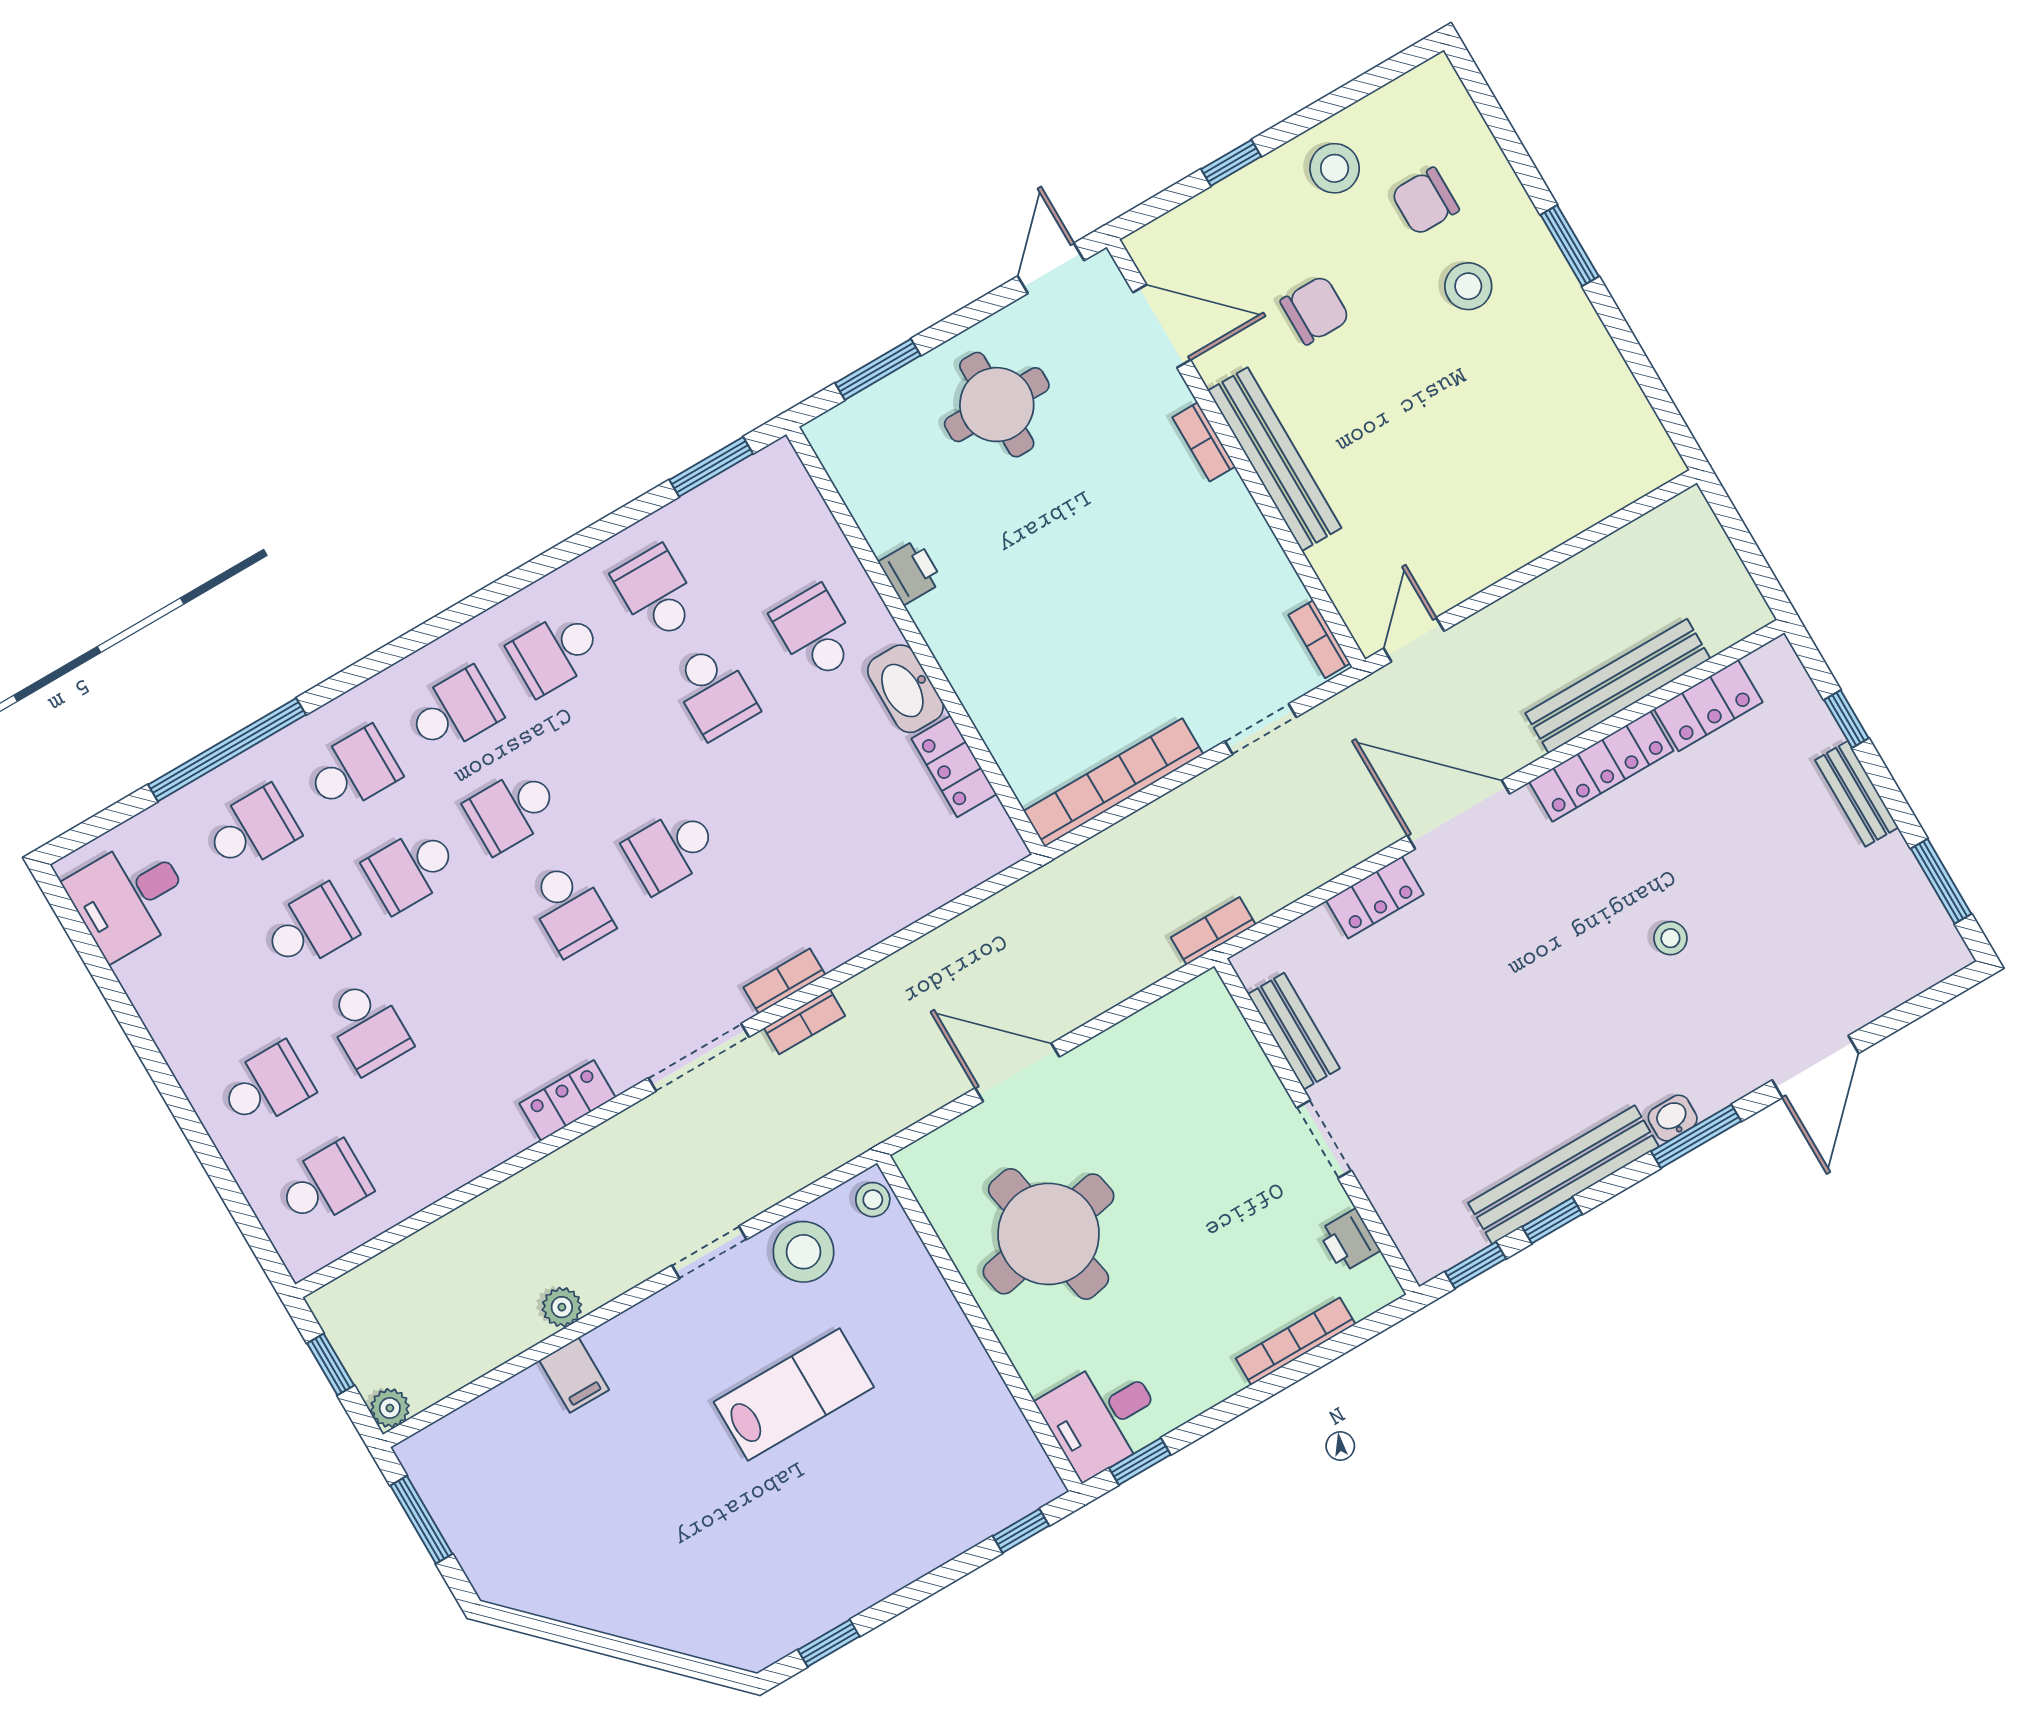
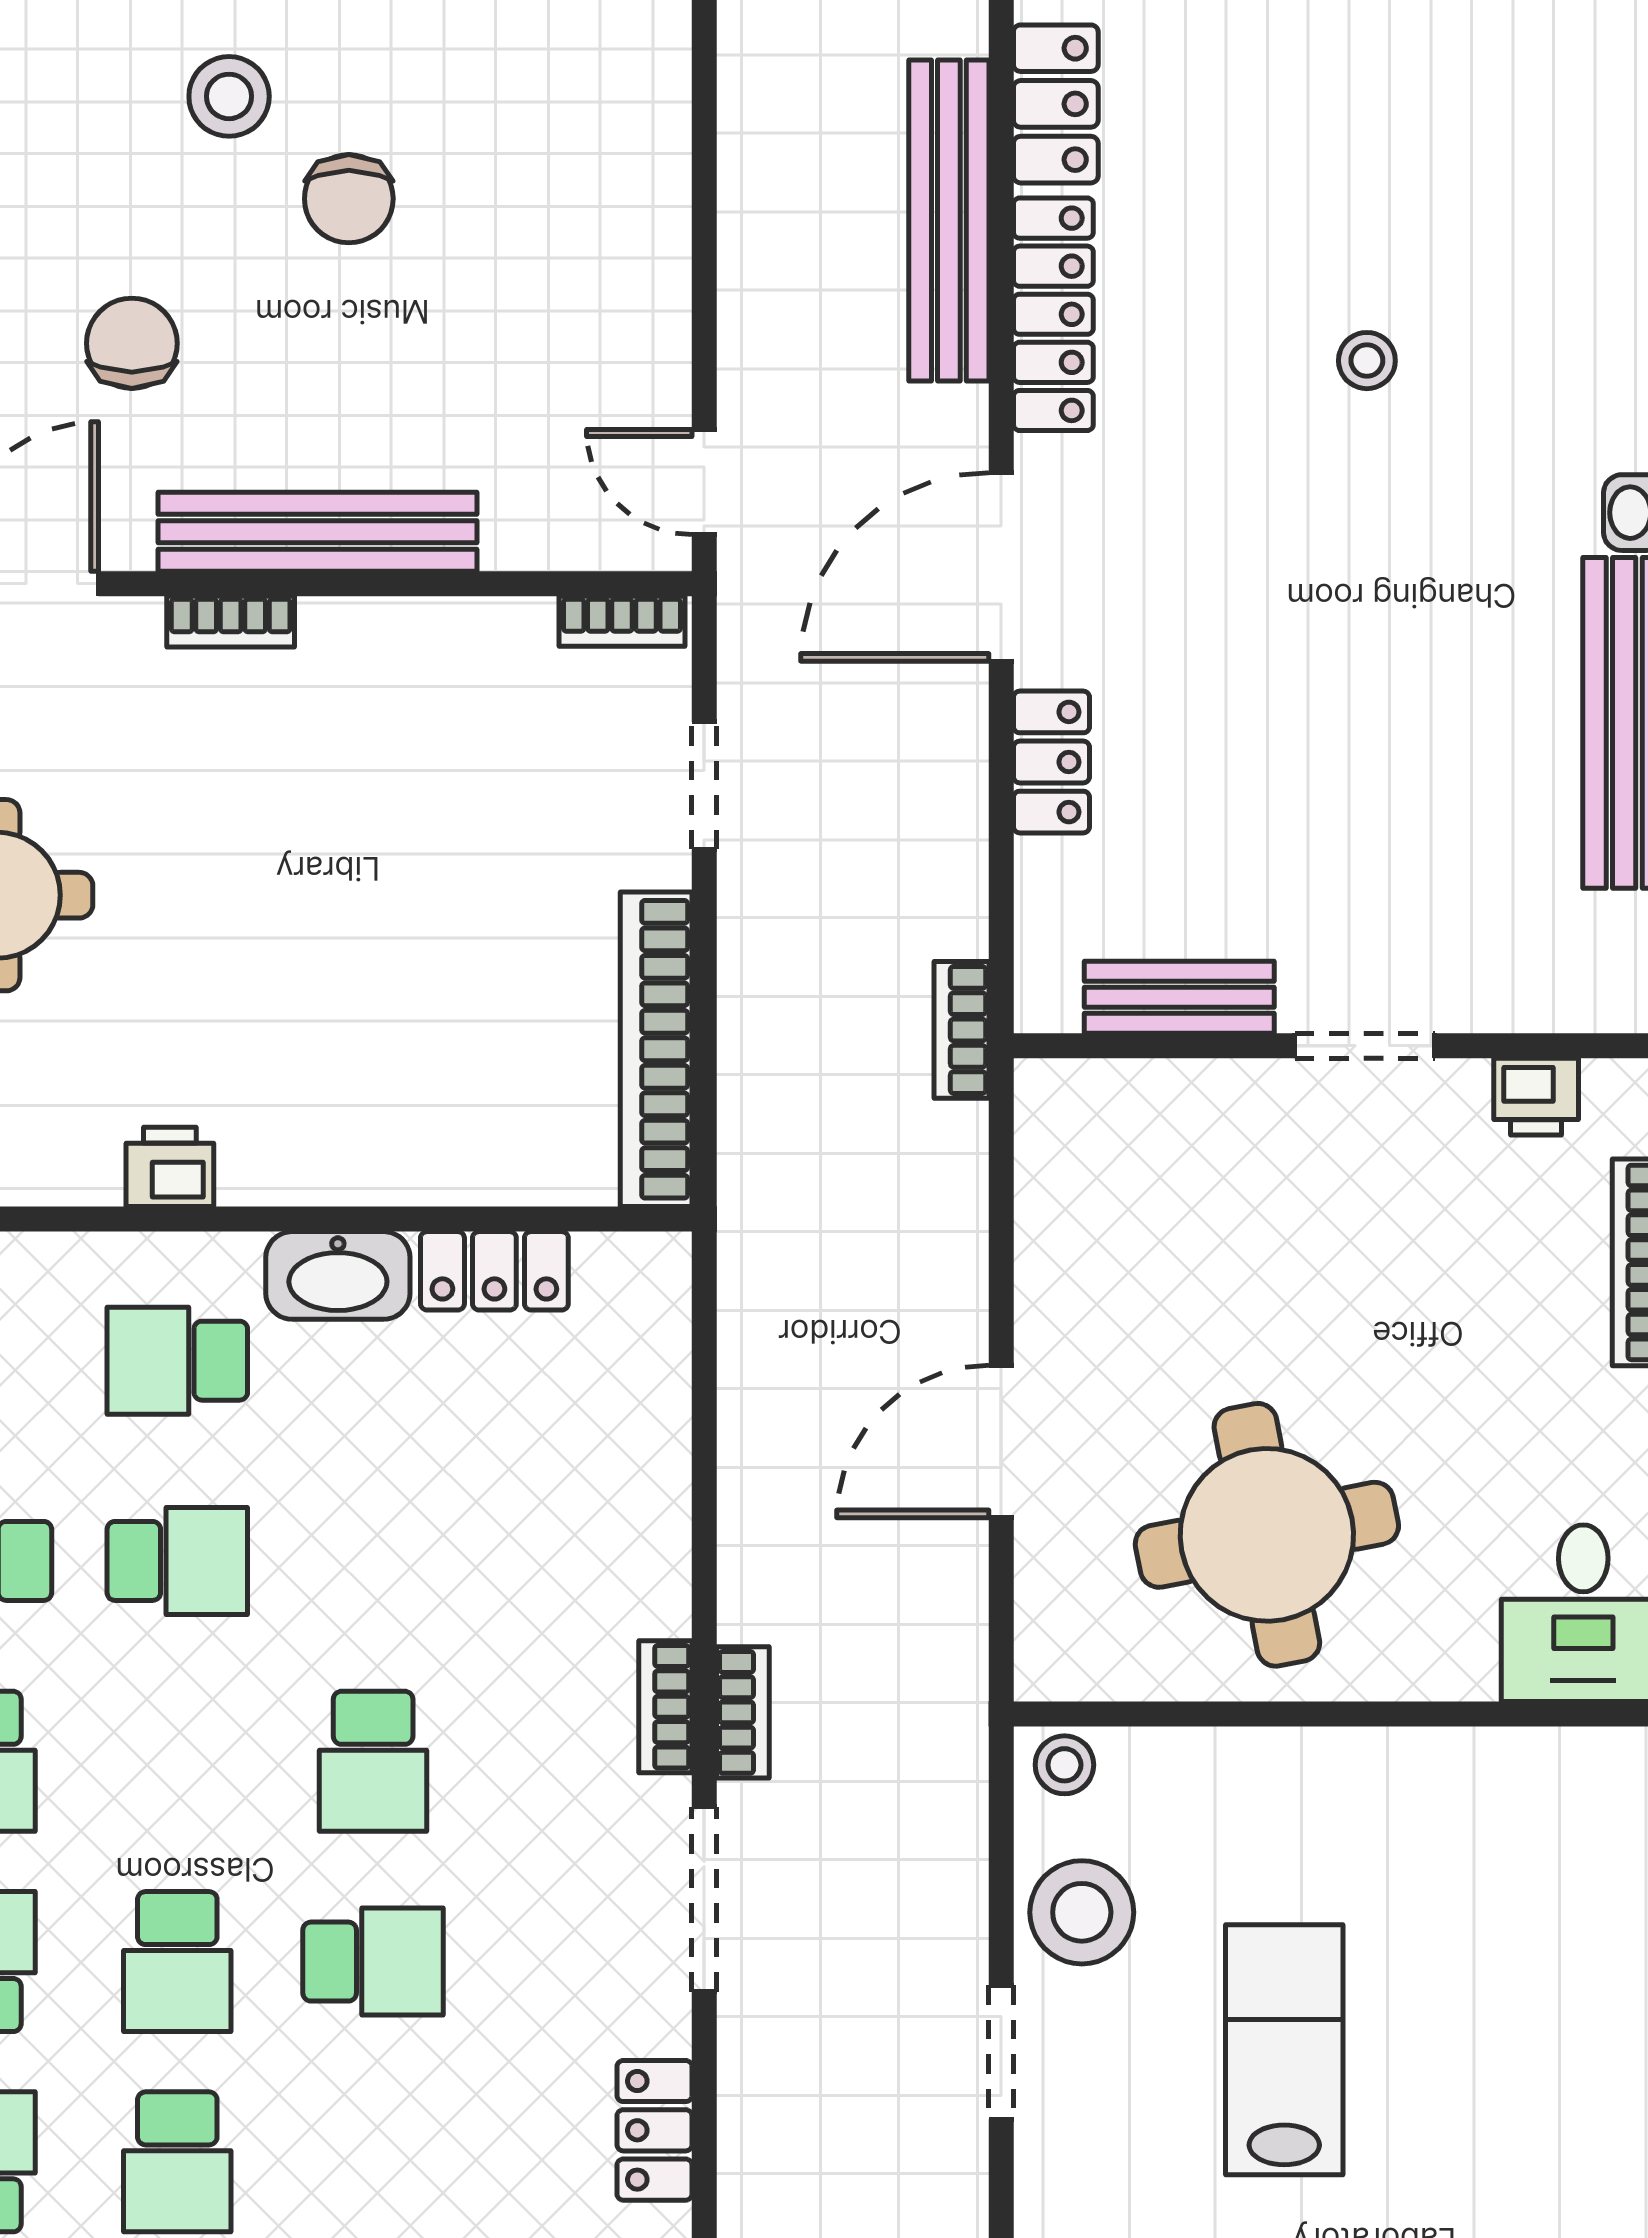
chair: (1425, 201) -> (349, 199), moved

